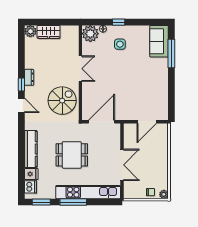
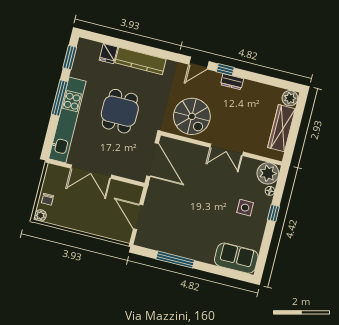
wardrobe: (49, 32) -> (282, 128), width x1.50
window: (171, 54) -> (175, 260), moved
dishwasher: (30, 187) -> (92, 49), removed

